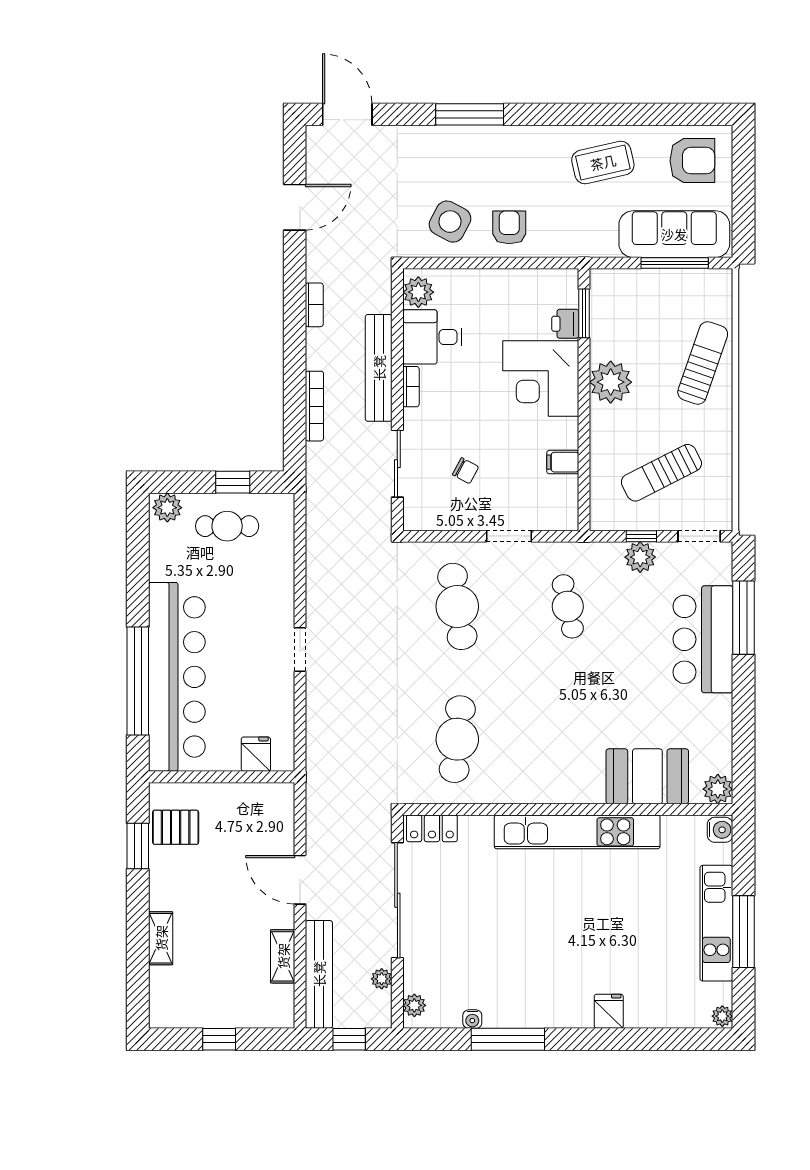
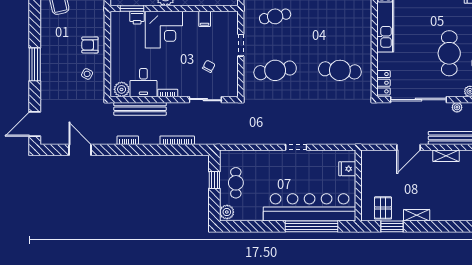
side table: (450, 222) -> (87, 74), width x0.54, depth x0.54
bench: (379, 368) -> (140, 109), moved
shelving: (161, 938) -> (417, 215), moved
cafe table: (492, 963) -> (449, 53), added

